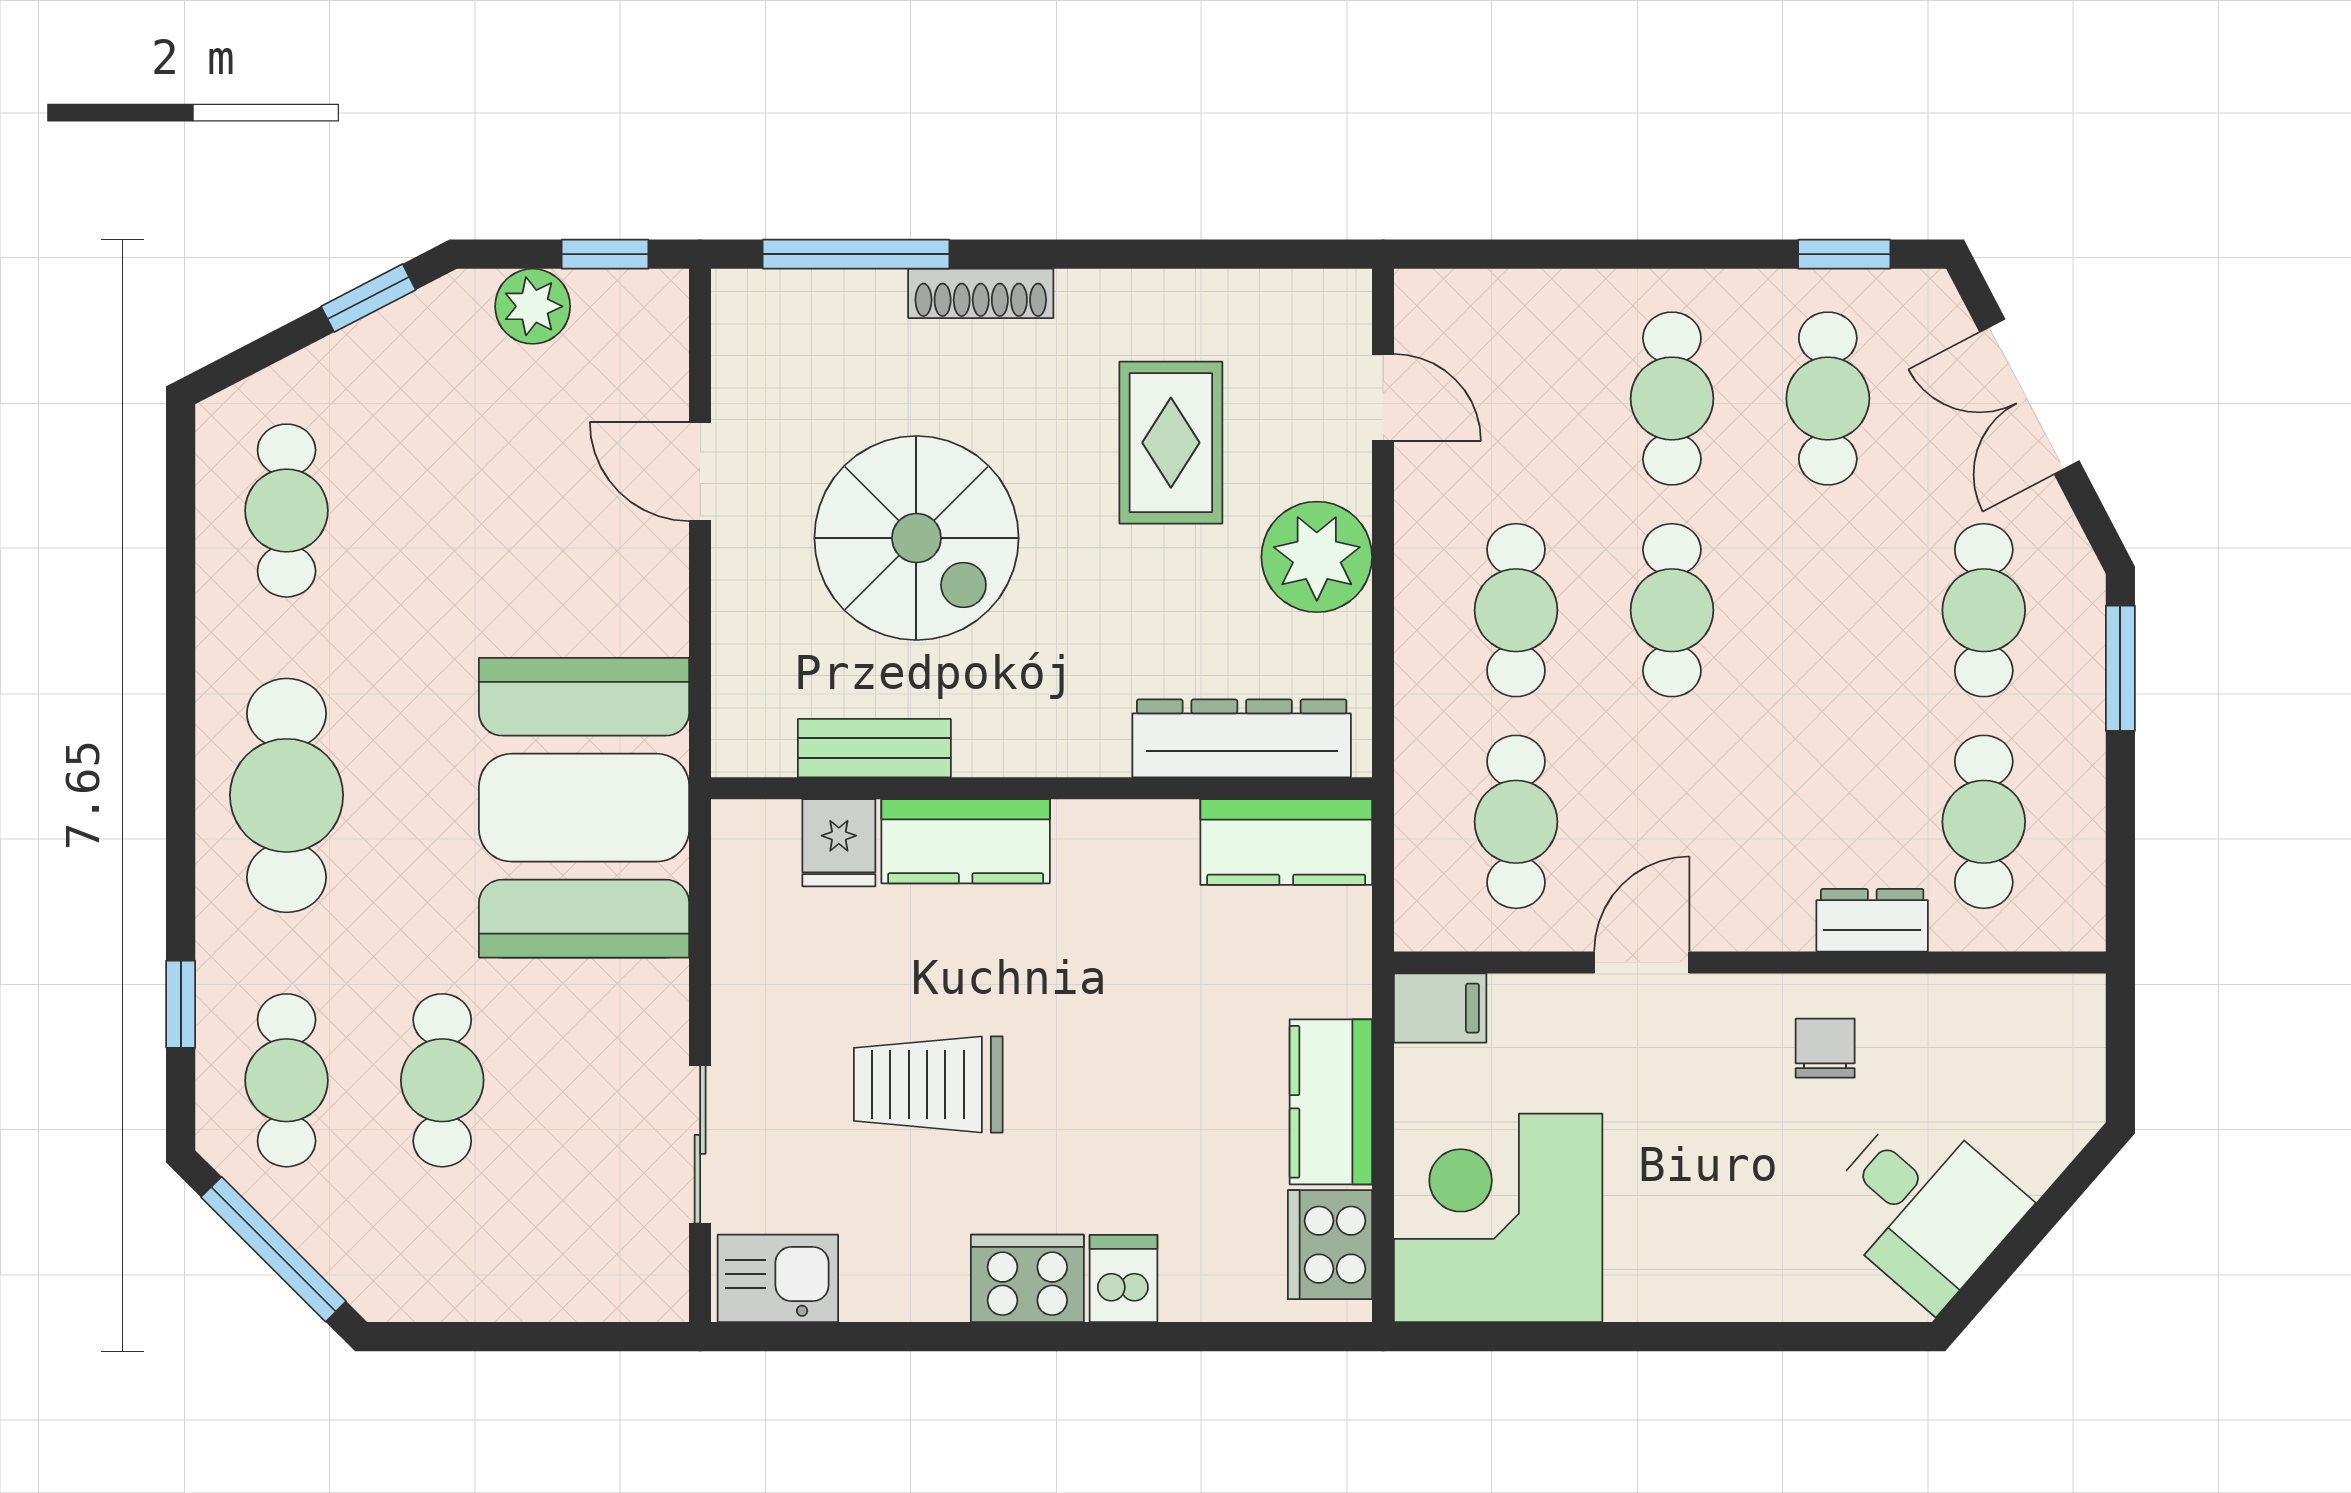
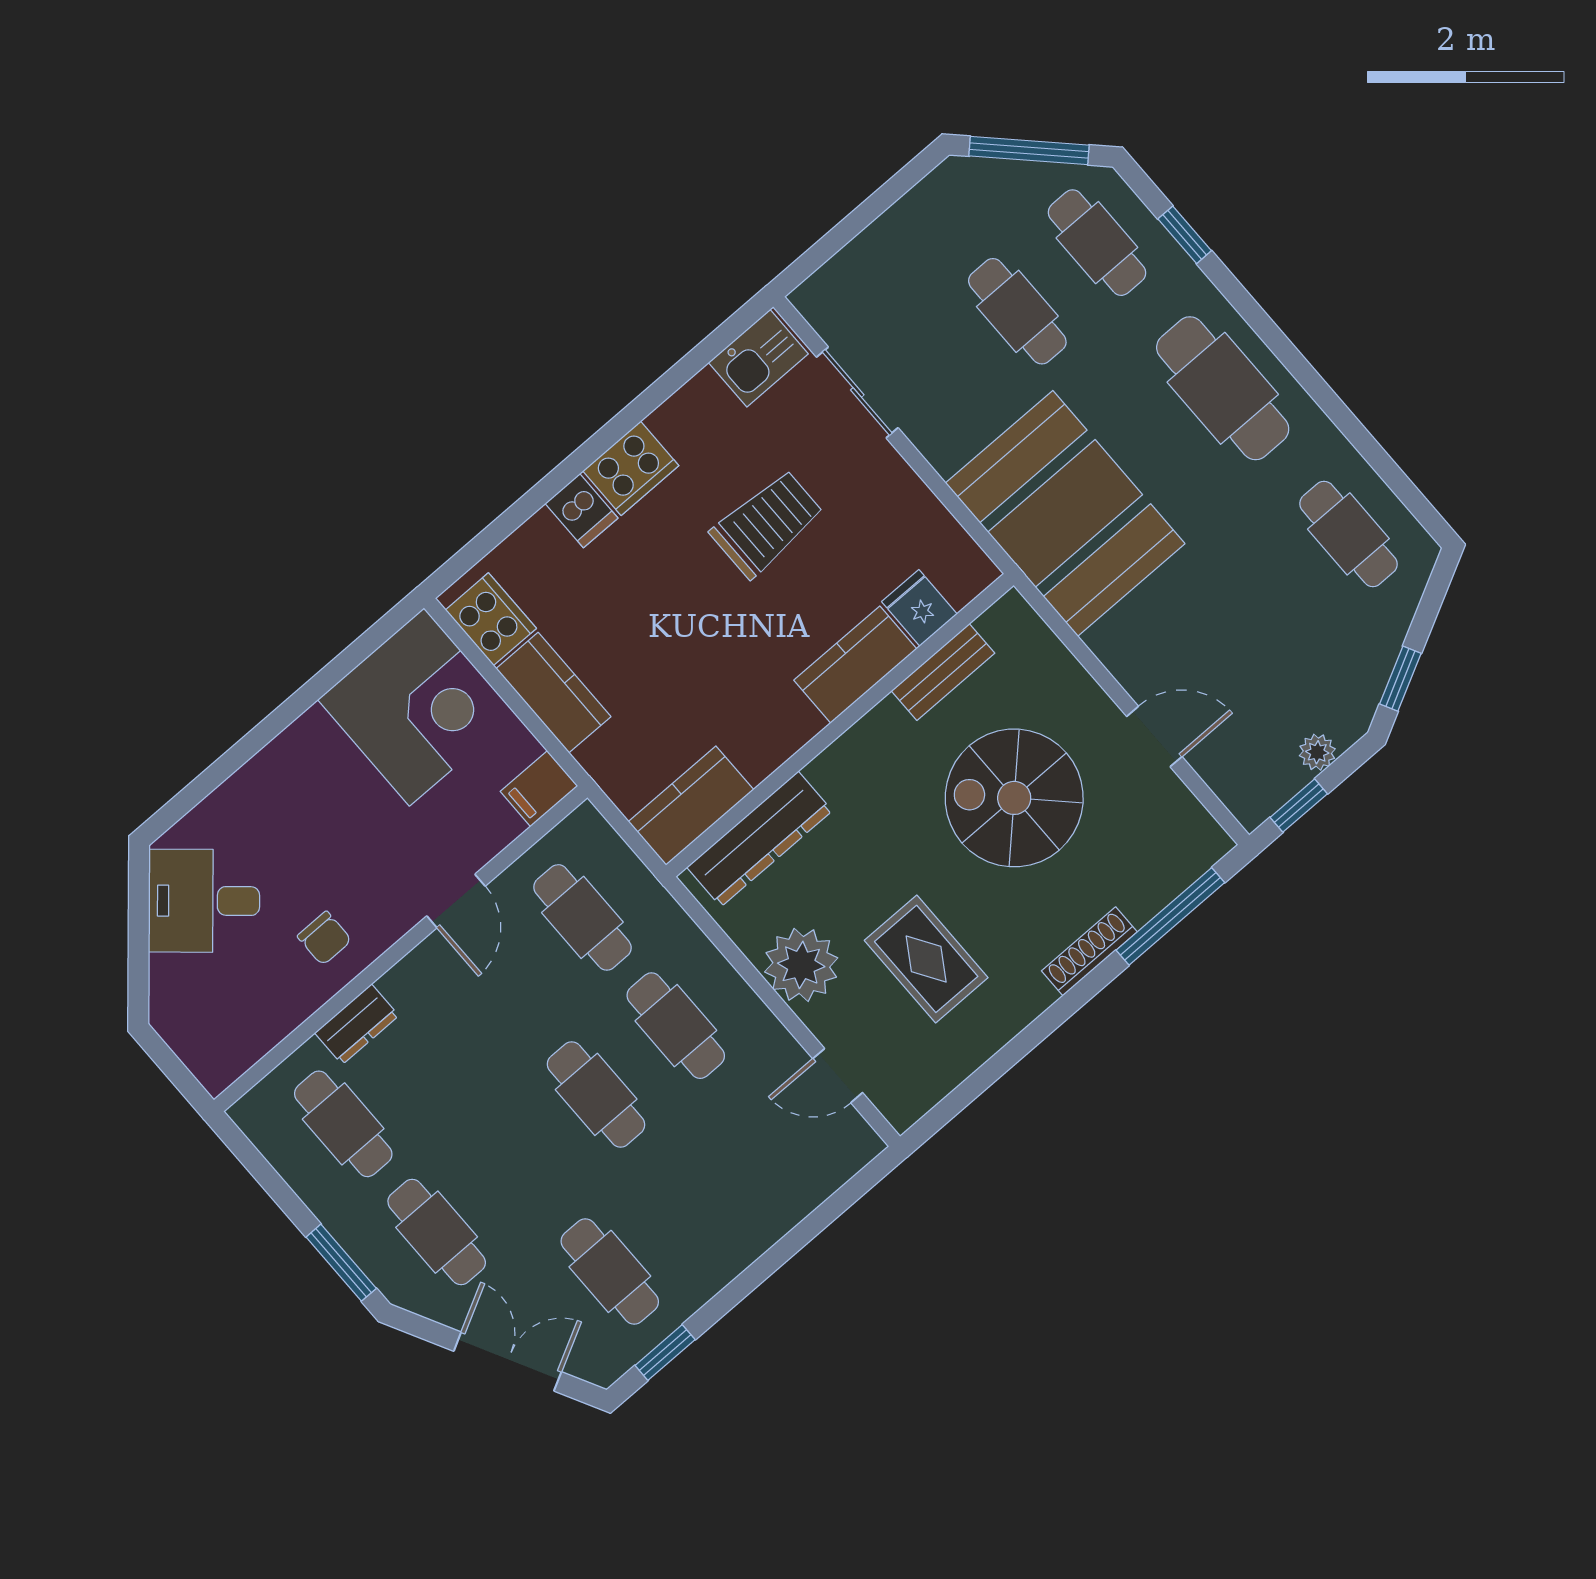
plant: (533, 306) -> (1317, 752), width x0.73, depth x0.73
cafe table: (1672, 399) -> (689, 1203), removed

